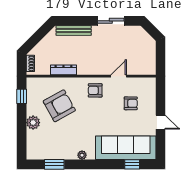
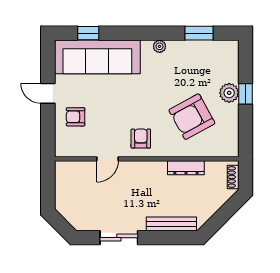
armchair: (95, 90) -> (141, 139), turned -90
window: (22, 96) -> (246, 94), moved
armchair: (131, 103) -> (76, 117), moved

